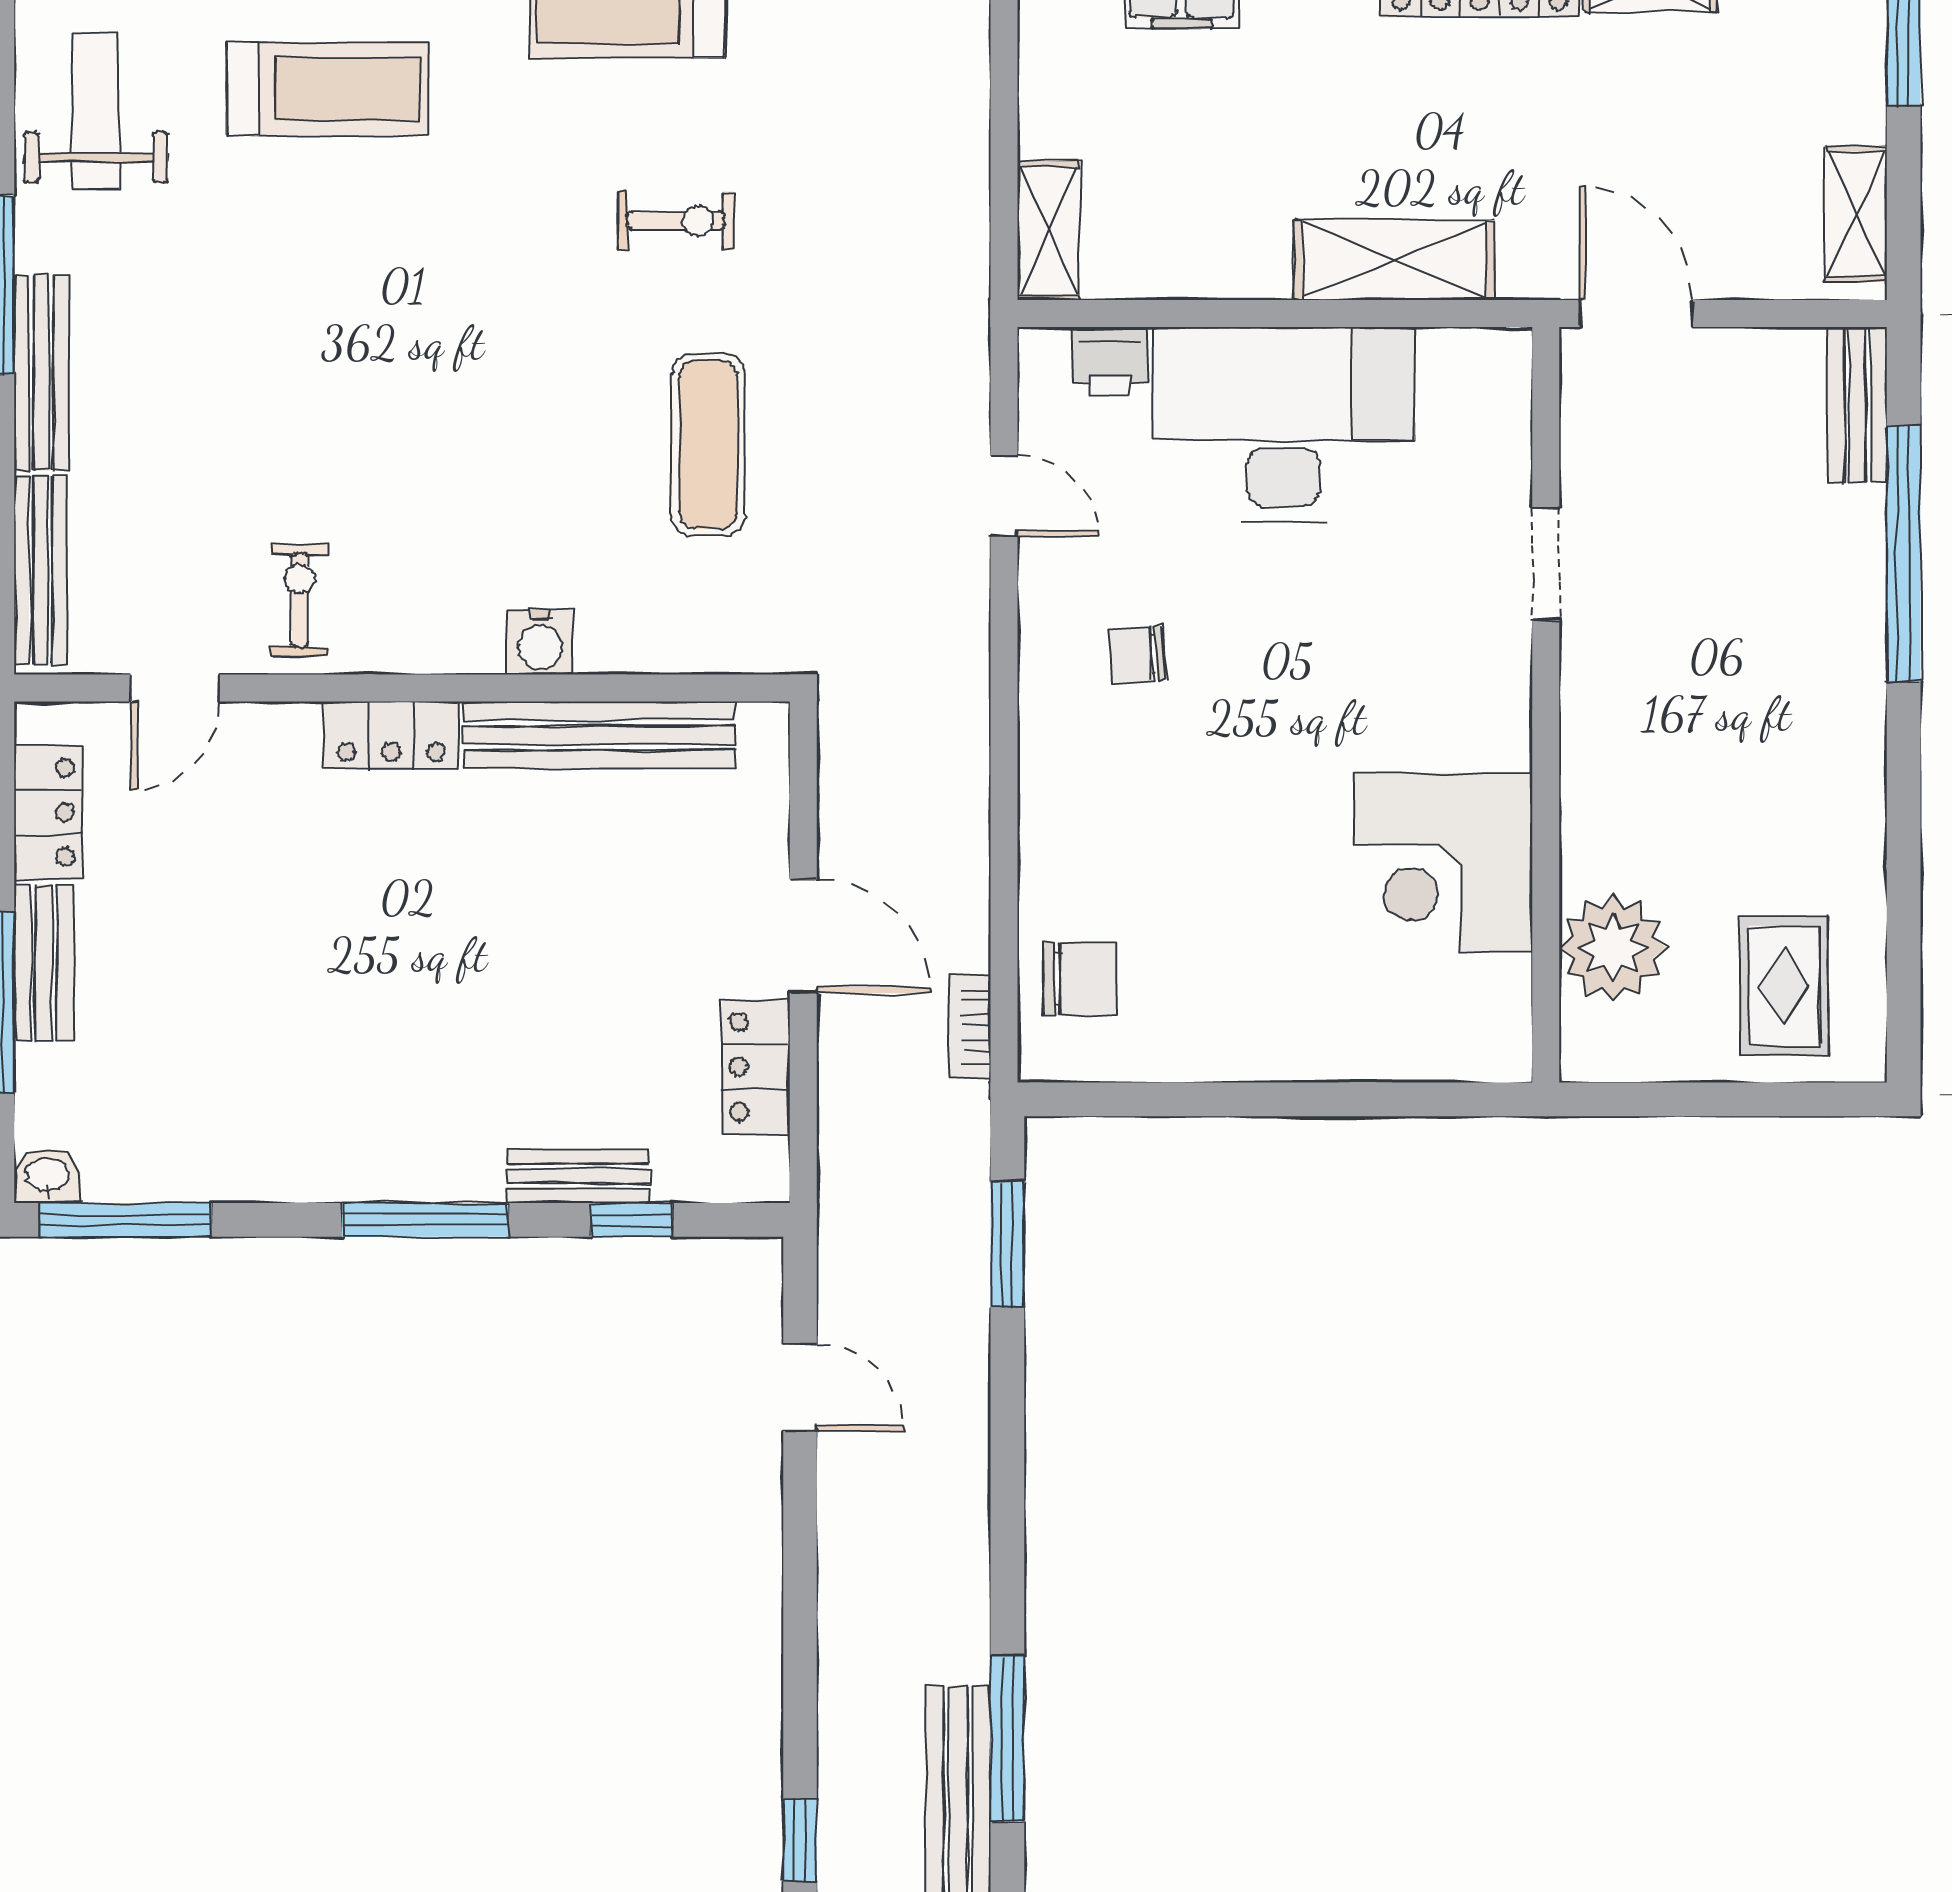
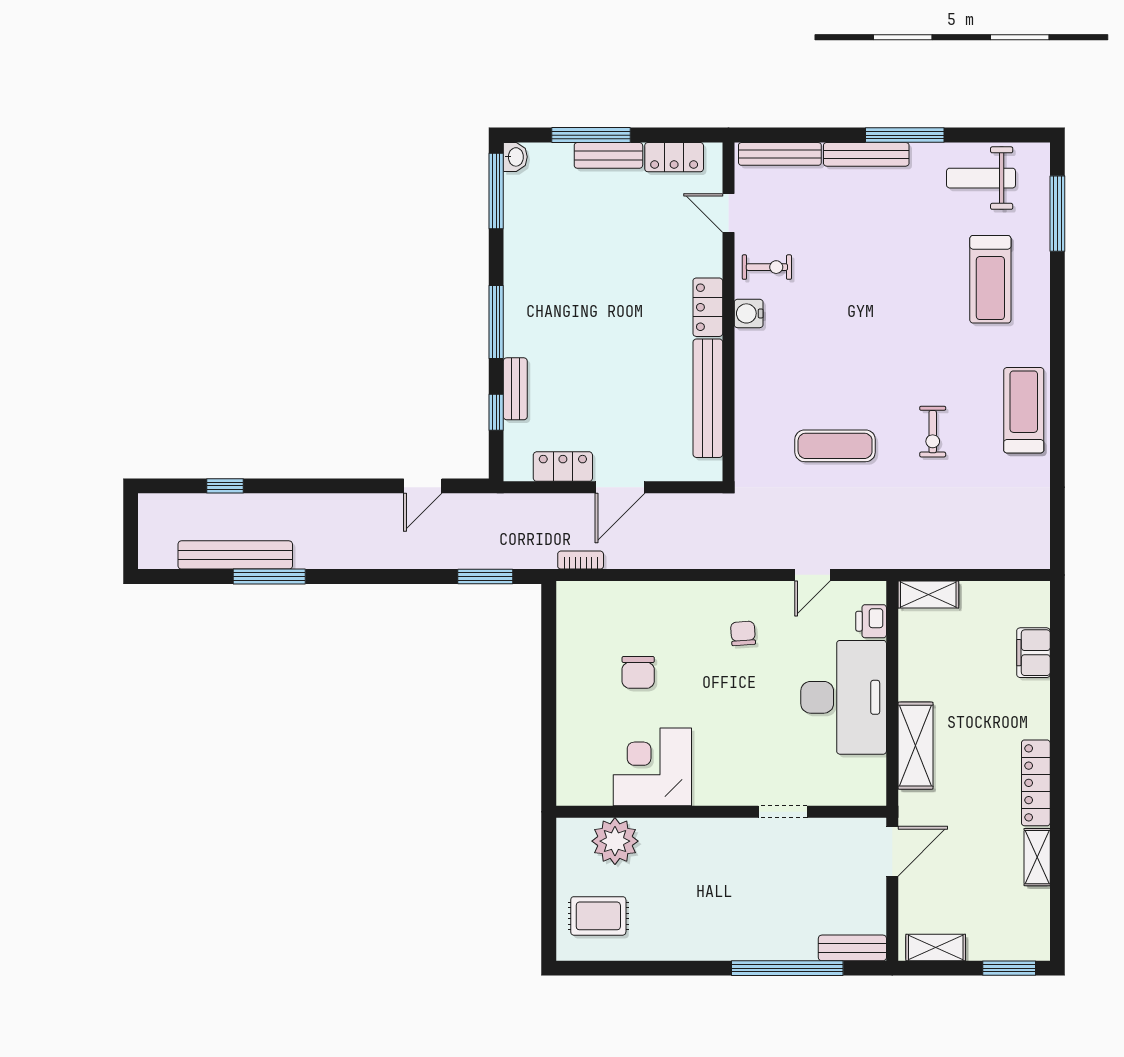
weight bench: (96, 110) -> (981, 178), turned 180
water cooler: (540, 642) -> (749, 313), moved
chair: (1080, 979) -> (638, 672), moved

